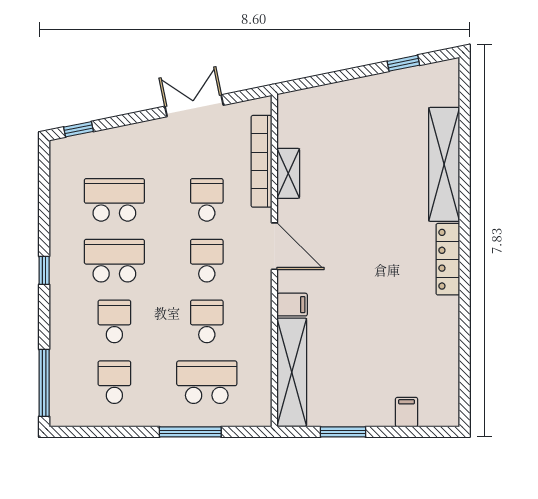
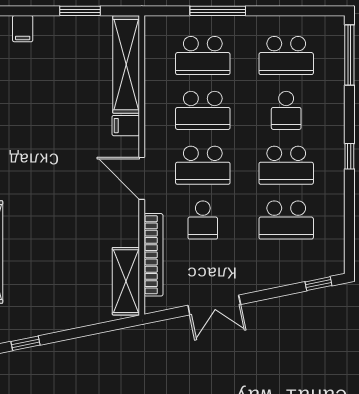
shelving: (288, 173) -> (126, 281), moved, width x1.50, depth x1.33
school desk: (207, 261) -> (203, 165), width x1.85
school desk: (207, 321) -> (203, 110), width x1.85
school desk: (114, 382) -> (286, 56), width x1.85

